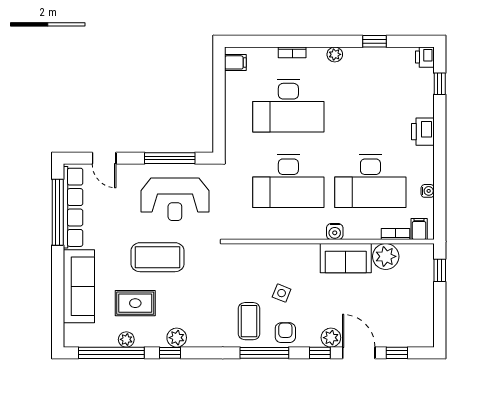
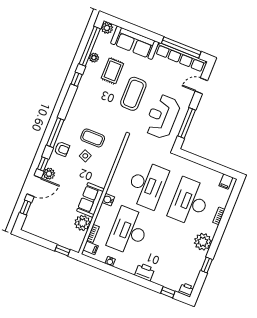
plant: (335, 54) -> (203, 242), width x1.87, depth x1.87
desk: (288, 181) -> (147, 185), turned 180
coffee table: (249, 321) -> (93, 138), moved
plant: (177, 338) -> (107, 28), moved

